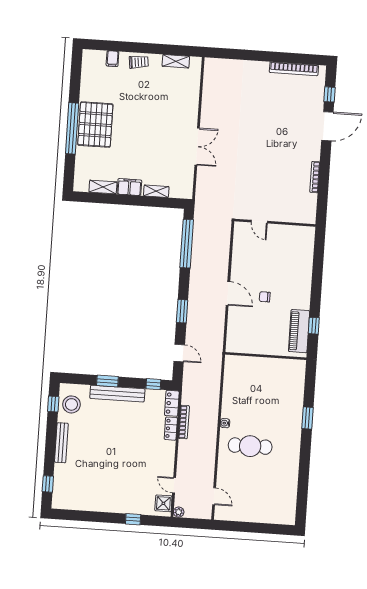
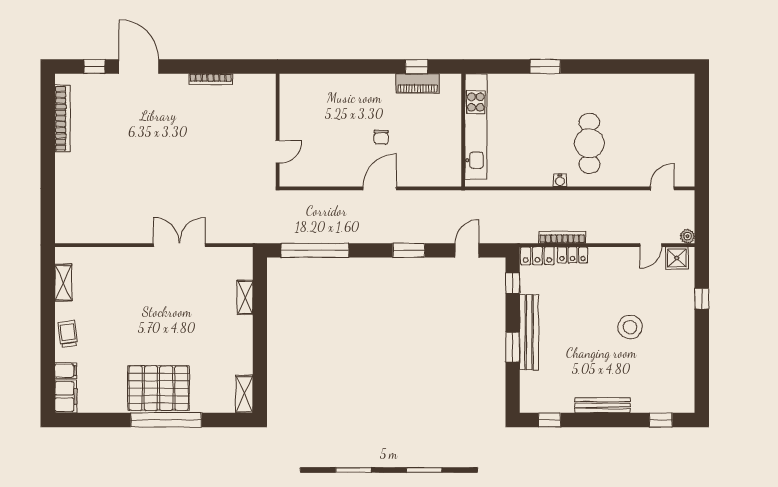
shelving: (103, 187) -> (244, 394), moved
filing cabinet: (129, 187) -> (66, 397), moved, turned 180
piano: (299, 331) -> (417, 83), width x0.73, depth x0.75
kitchen unit: (268, 365) -> (476, 126), added
stool: (71, 404) -> (630, 327), moved

